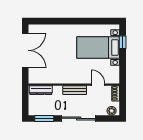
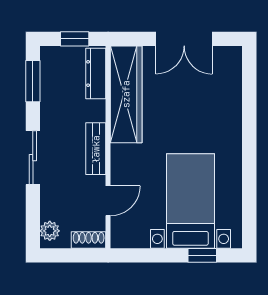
double door: (25, 50) -> (184, 39), width x0.73
wardrobe: (50, 76) -> (126, 94), added
window: (25, 100) -> (75, 39), added
sliding door: (79, 118) -> (33, 158), width x0.73

